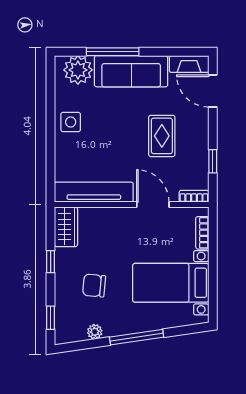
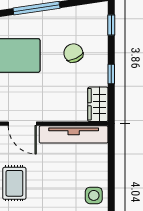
chair: (94, 286) -> (73, 53), turned -120
plant: (95, 332) -> (73, 13), removed

